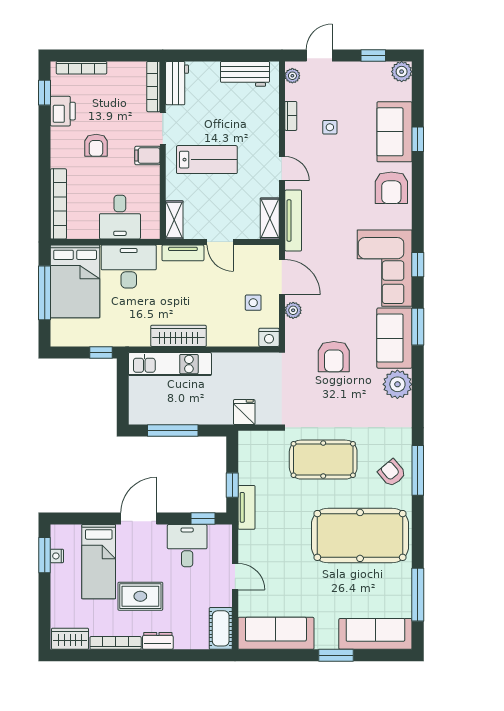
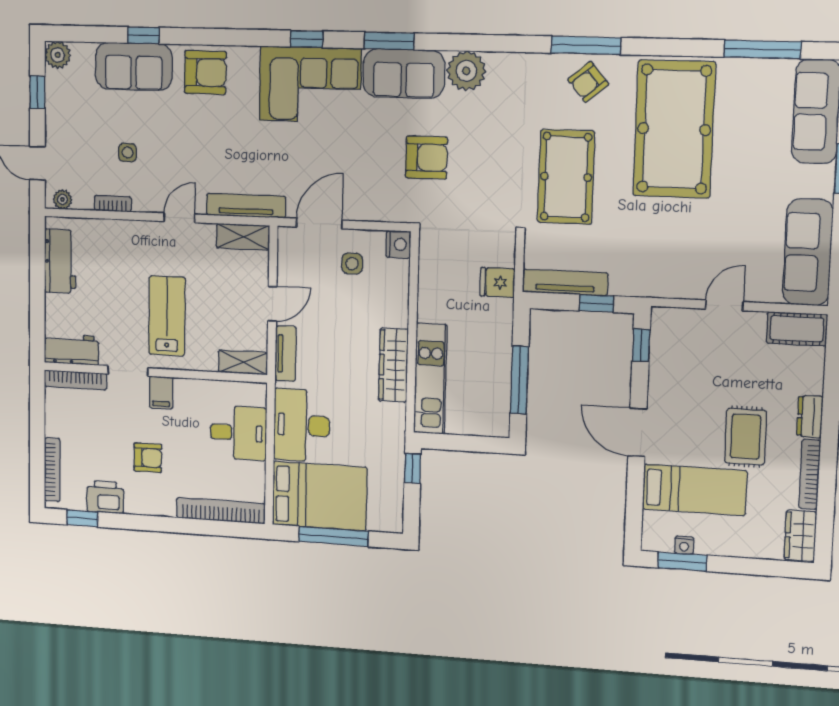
plant: (293, 310) -> (363, 210), removed
tv unit: (246, 507) -> (565, 282), moved, width x1.41
desk: (187, 546) -> (678, 369), removed

